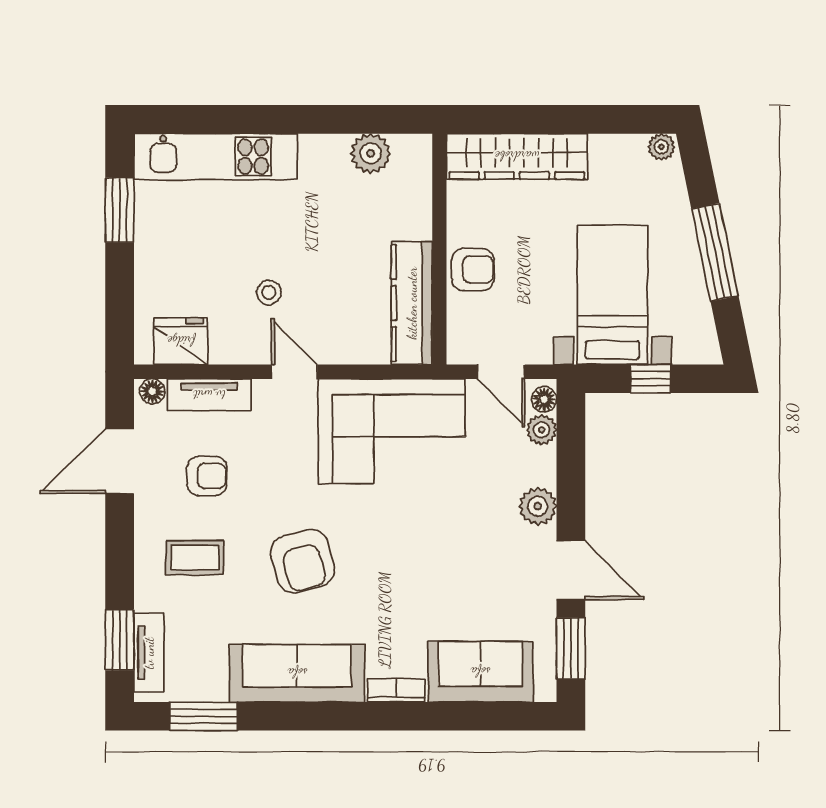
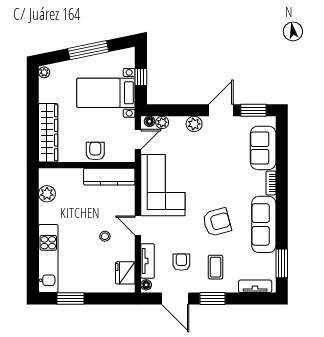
door: (294, 372) -> (138, 226), hinge flipped
window: (120, 640) -> (212, 298), moved

